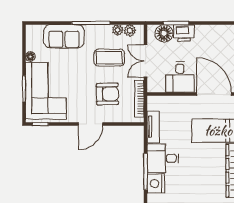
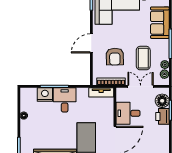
door: (90, 124) -> (91, 43), hinge flipped
tv unit: (153, 127) -> (101, 92), moved

